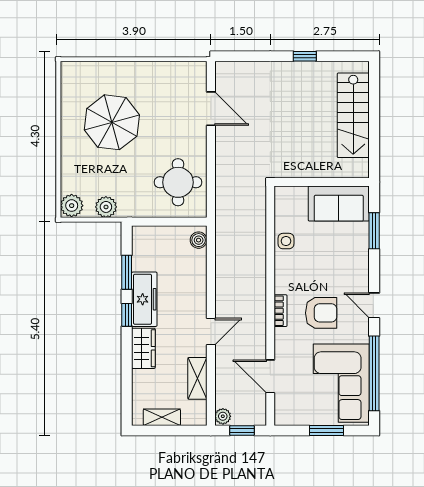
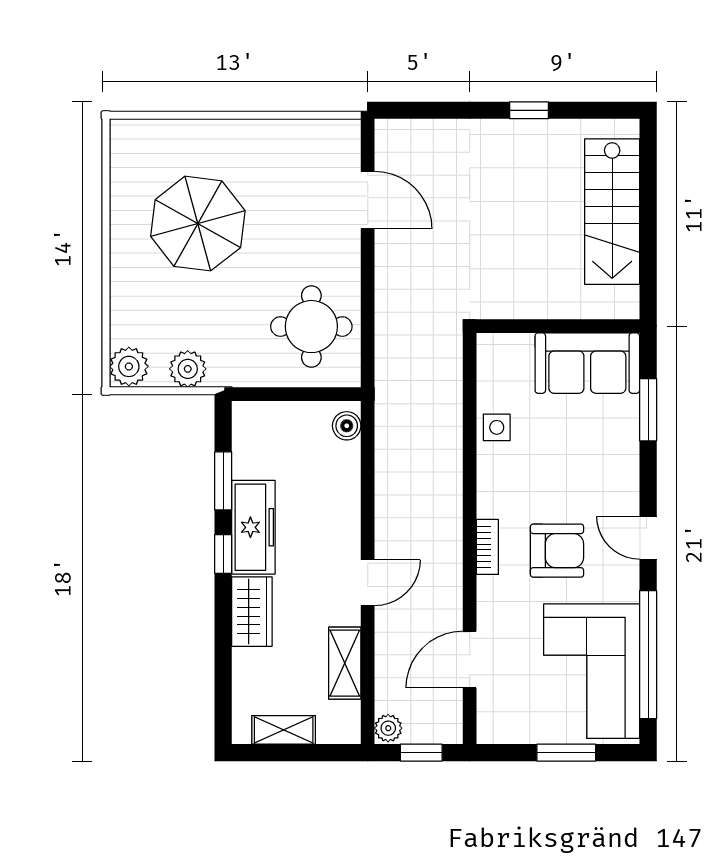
door: (270, 376) -> (470, 660), hinge flipped

